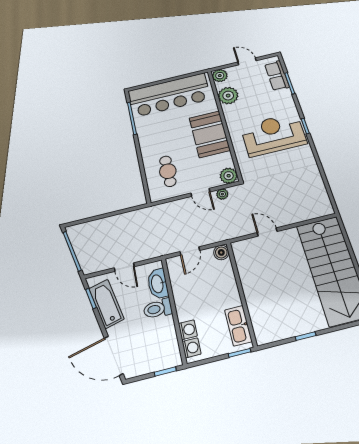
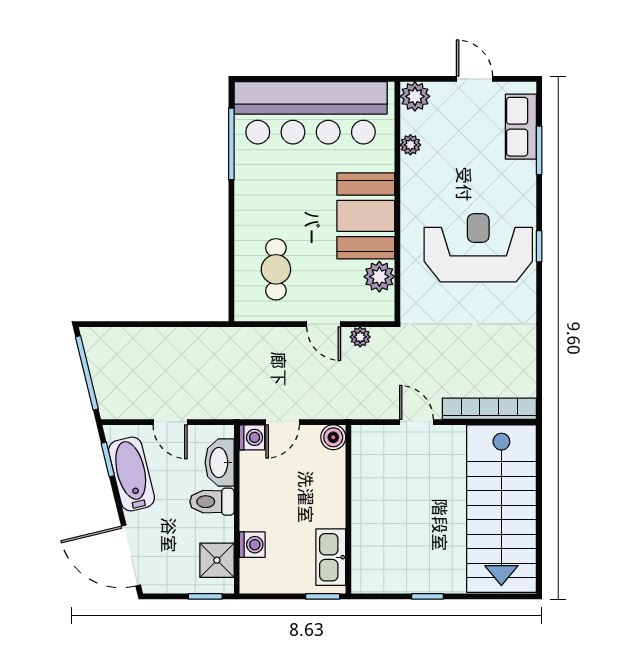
plant: (228, 96) -> (410, 145), width x0.53, depth x0.53
plant: (229, 176) -> (379, 277), moved
bookcase: (307, 214) -> (489, 409), added
shower: (168, 345) -> (217, 560), added
washing machine: (191, 348) -> (252, 437), moved

